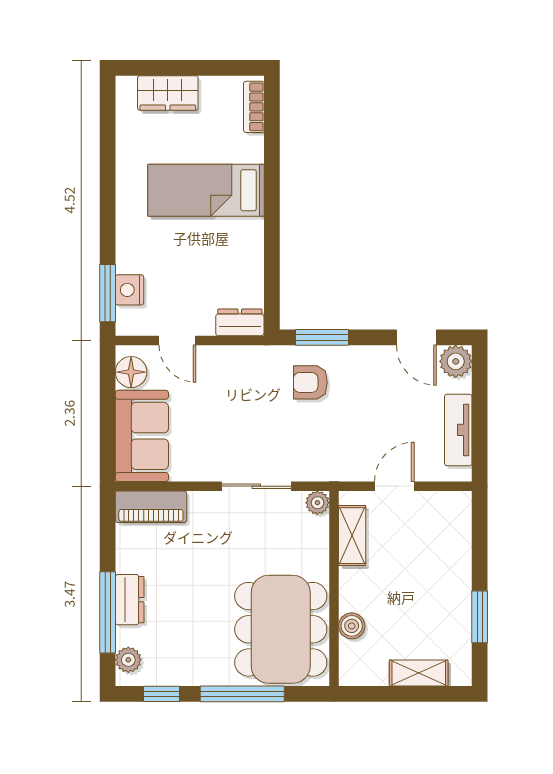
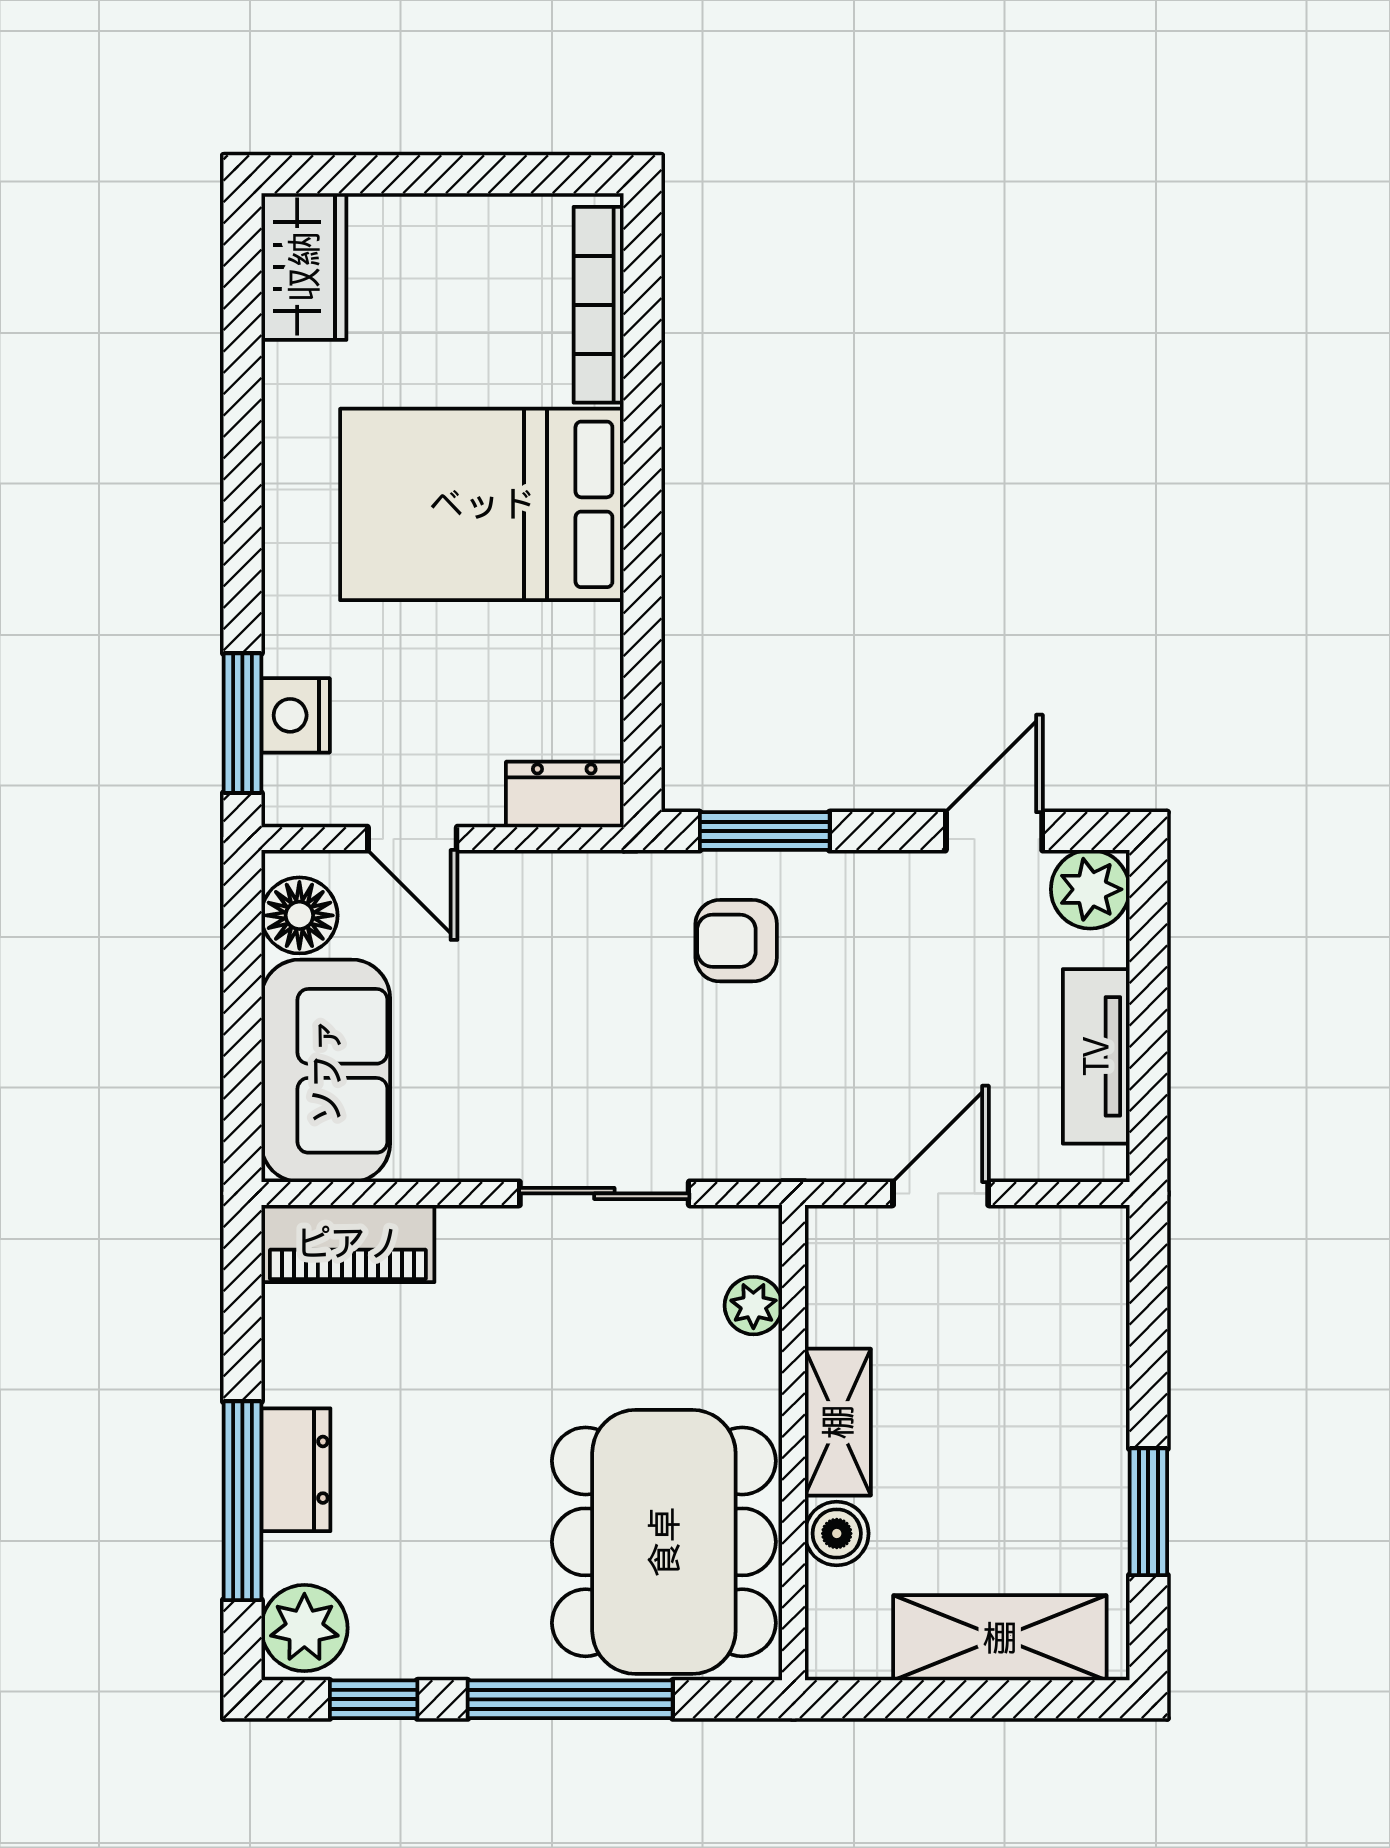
wardrobe: (168, 93) -> (304, 267), moved, turned -90
bookcase: (254, 107) -> (599, 305), width x1.56
bed: (206, 190) -> (482, 504), width x1.50
door: (416, 337) -> (994, 831), swing flipped
plant: (317, 503) -> (753, 1306), moved
shelving: (352, 536) -> (838, 1422), moved
plant: (128, 660) -> (304, 1628), width x1.38, depth x1.38
shelving: (419, 673) -> (1000, 1638), width x1.50, depth x1.33

